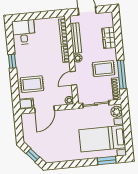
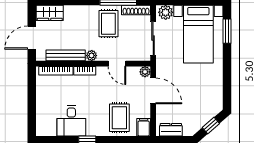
desk: (24, 32) -> (71, 121), moved, turned -90
wardrobe: (109, 38) -> (50, 13), moved
door: (44, 109) -> (153, 91), moved
dresser: (27, 125) -> (171, 130), added

